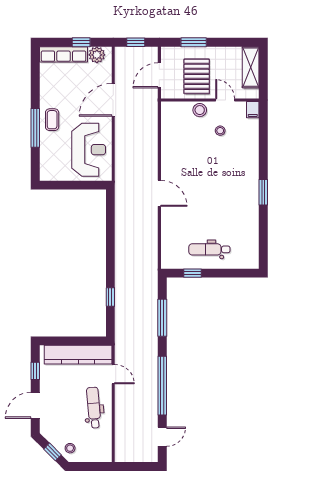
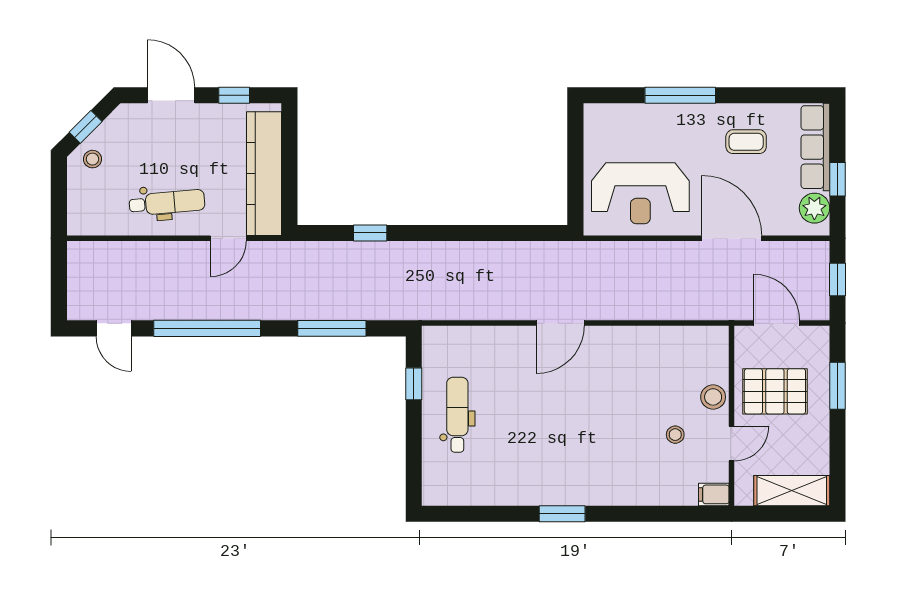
coffee table: (52, 120) -> (746, 142), moved

